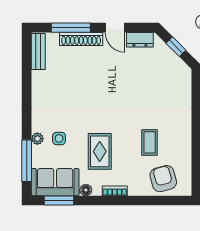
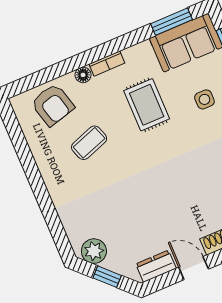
plant: (178, 68) -> (94, 251), added
coffee table: (150, 142) -> (89, 143), turned 71
floor lamp: (86, 190) -> (83, 75), moved

